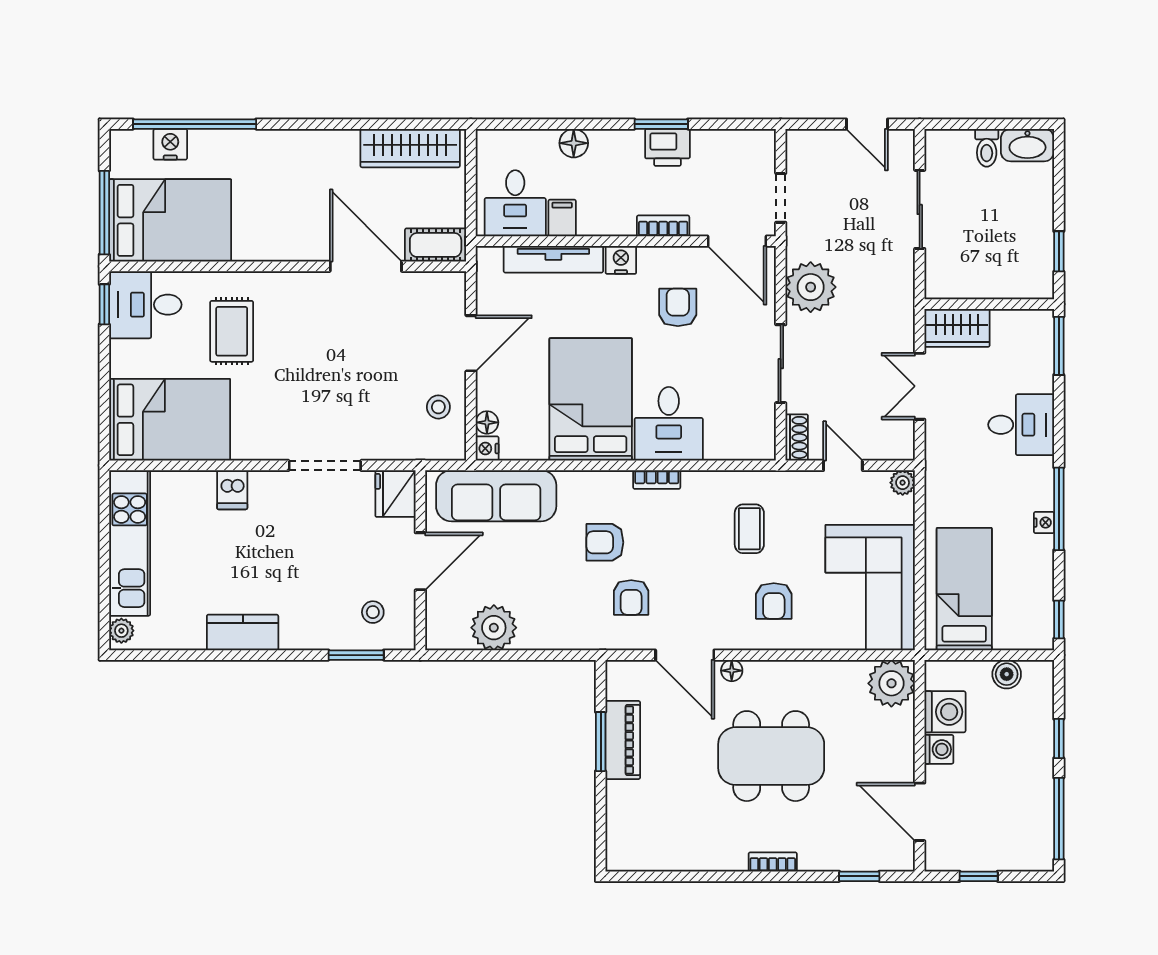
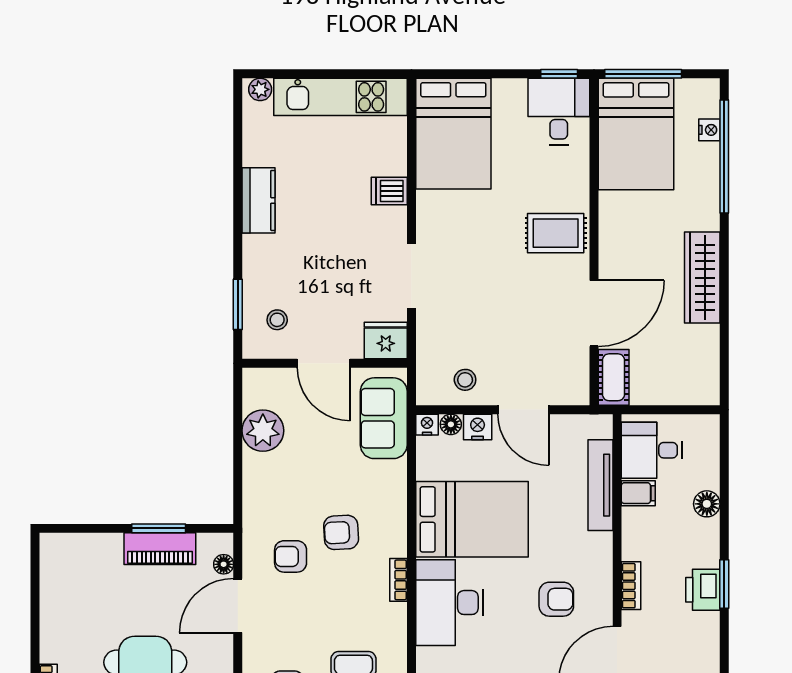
nightstand: (170, 144) -> (709, 130), width x0.72, depth x0.74
wardrobe: (410, 148) -> (702, 278), moved
nightstand: (621, 260) -> (478, 427), moved, turned -90
rug: (232, 331) -> (556, 233), moved
desk: (669, 424) -> (450, 603), width x1.37
sofa: (496, 496) -> (384, 418), width x0.73
armchair: (605, 542) -> (341, 532), turned -93
floor lamp: (732, 671) -> (224, 564), moved

